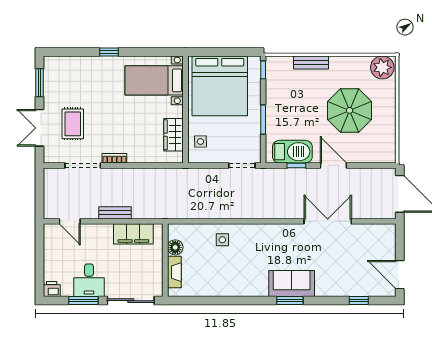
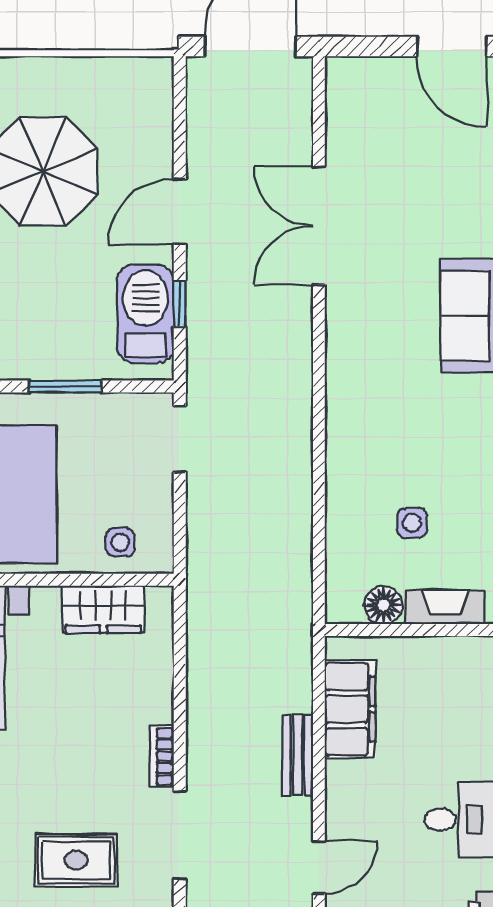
side table: (222, 240) -> (412, 523), moved
door: (400, 275) -> (451, 46), hinge flipped

